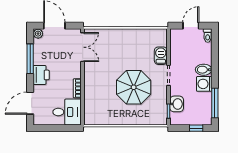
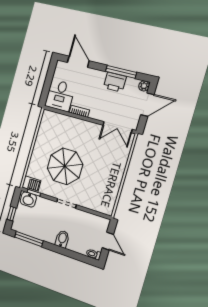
barbecue: (161, 56) -> (31, 184), moved
printer: (41, 75) -> (115, 82), moved
washing machine: (204, 84) -> (49, 235), removed
washbasin: (177, 104) -> (28, 199), moved

